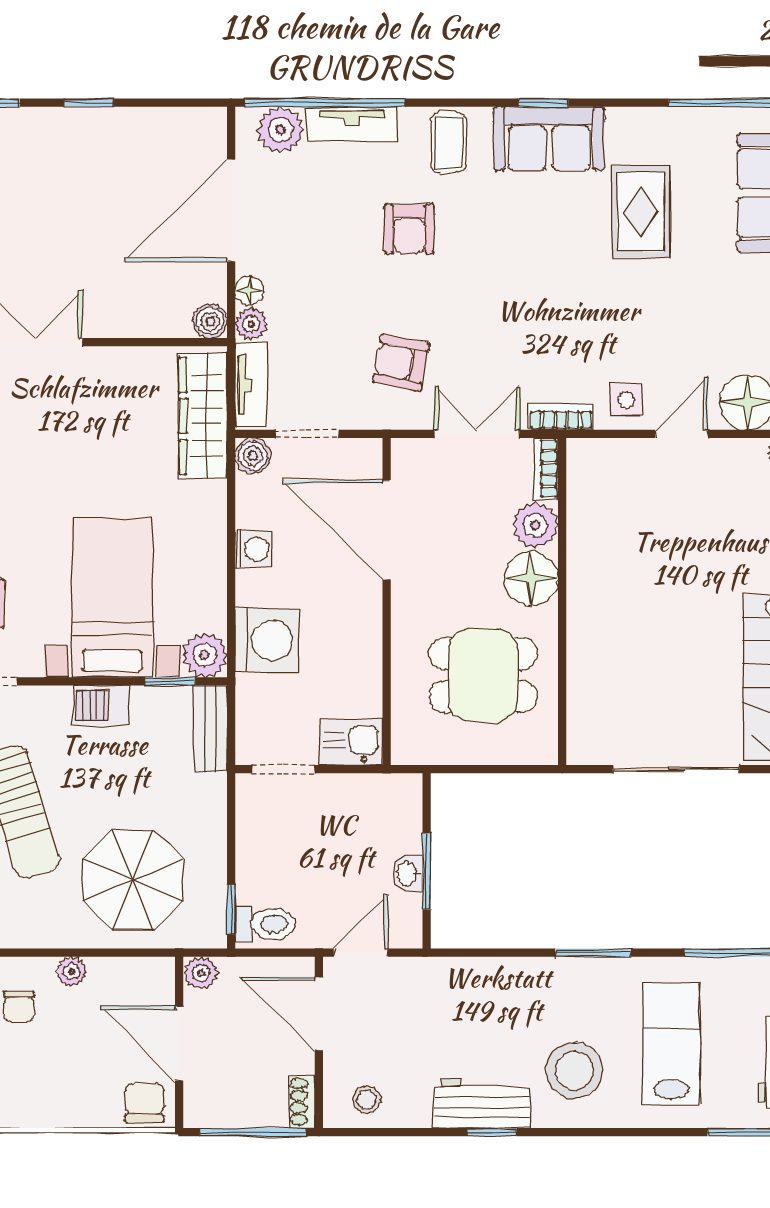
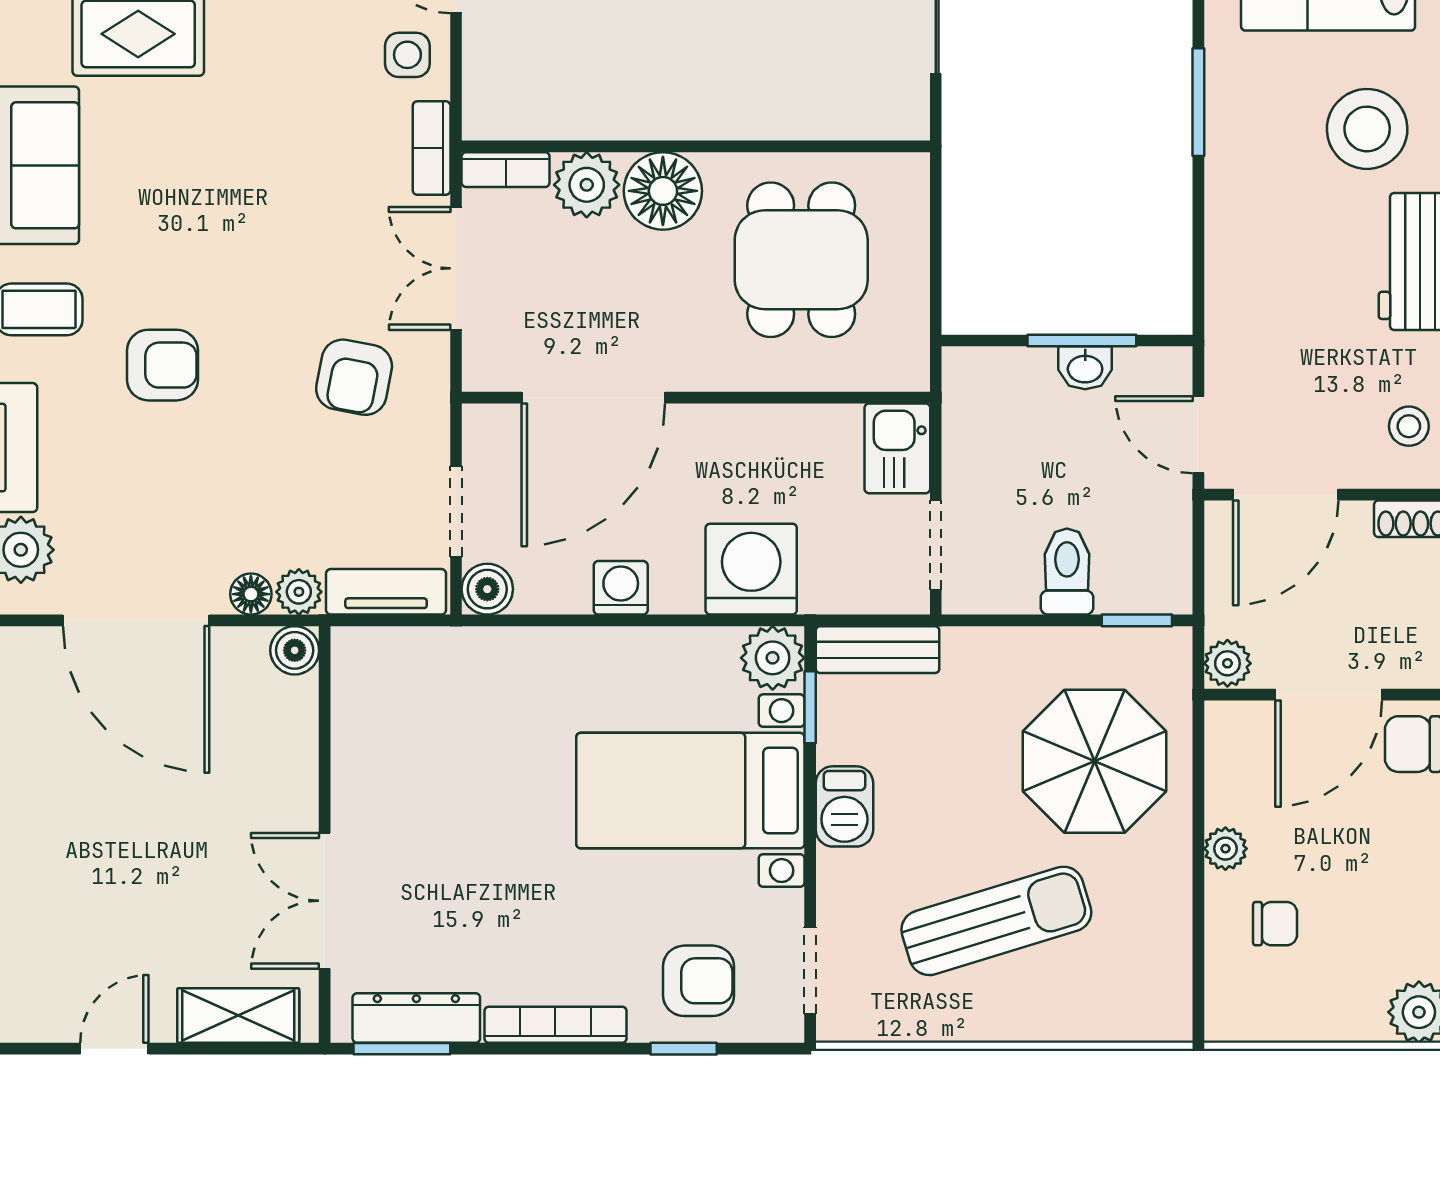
wardrobe: (203, 416) -> (430, 660), removed
toilet: (265, 924) -> (1067, 571), moved

